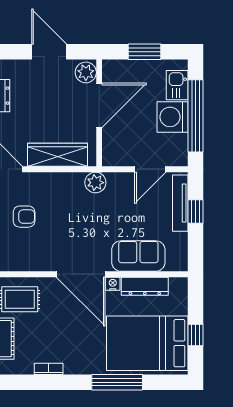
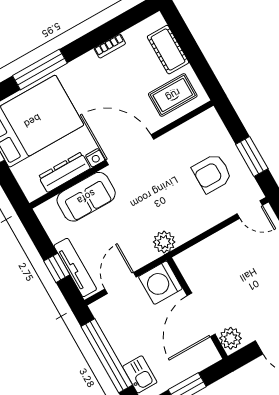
washing machine: (172, 117) -> (160, 283), moved, turned 180
wardrobe: (57, 155) -> (214, 248), removed
armchair: (24, 217) -> (212, 173), width x1.38, depth x1.38

